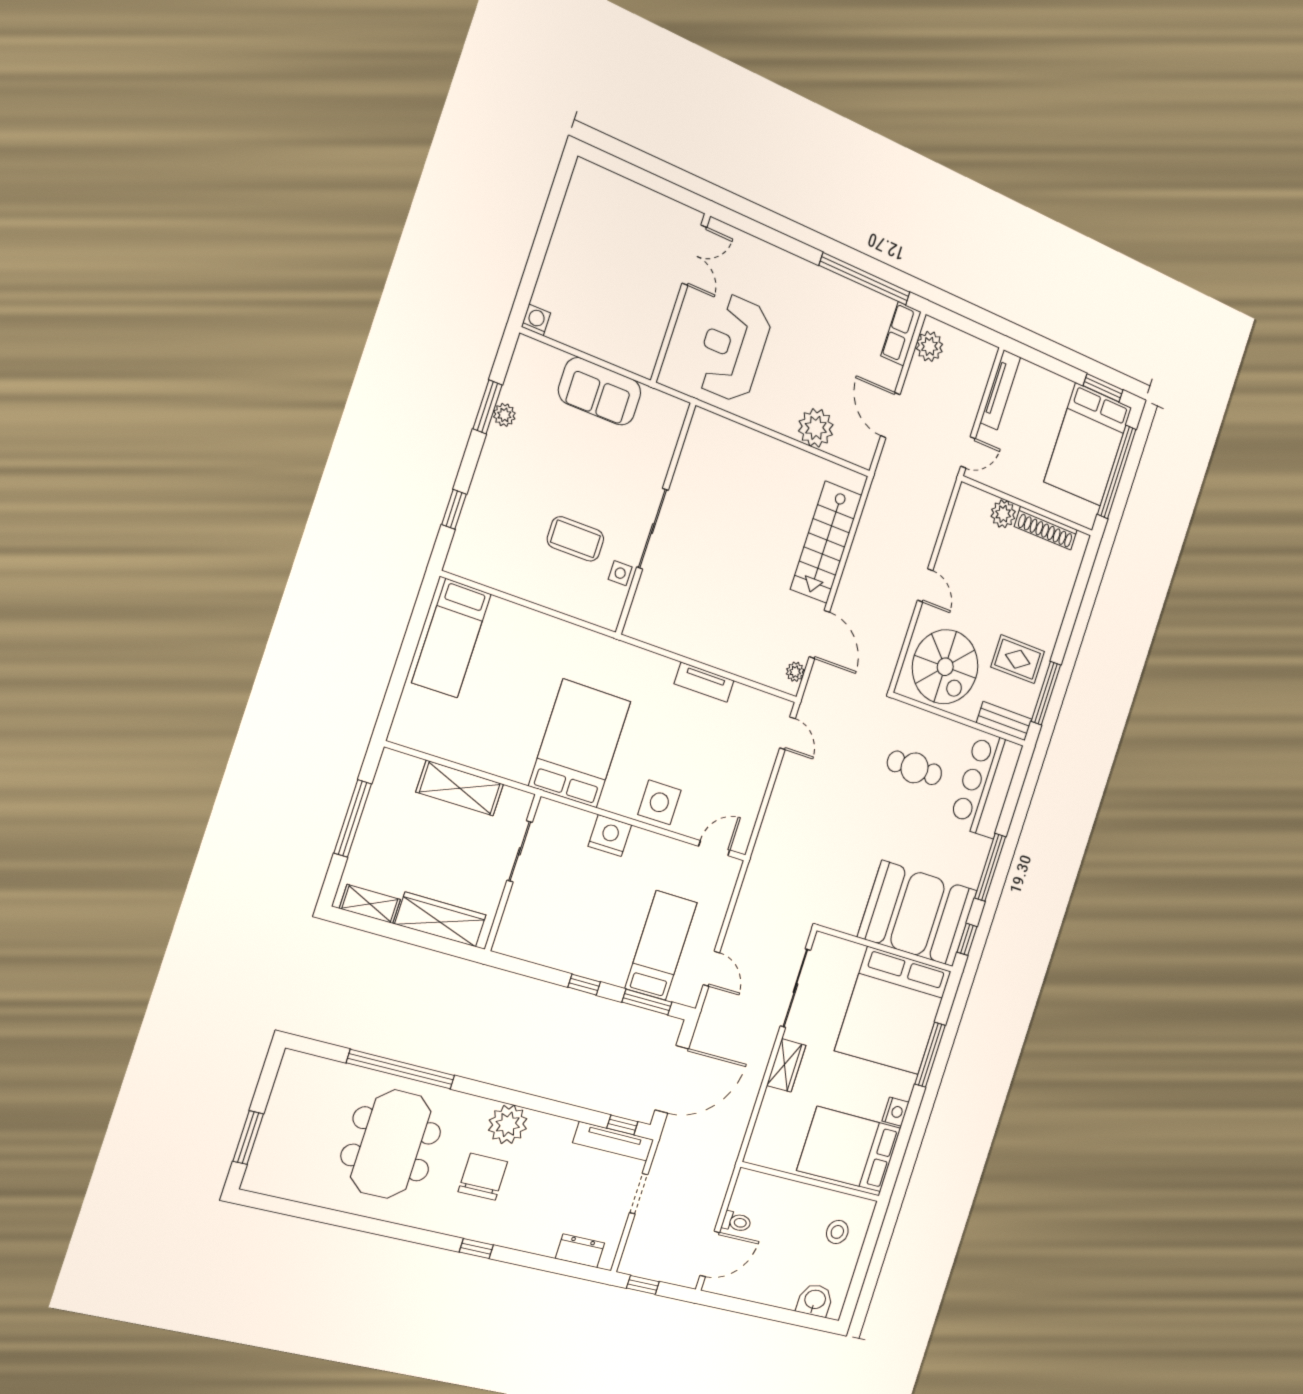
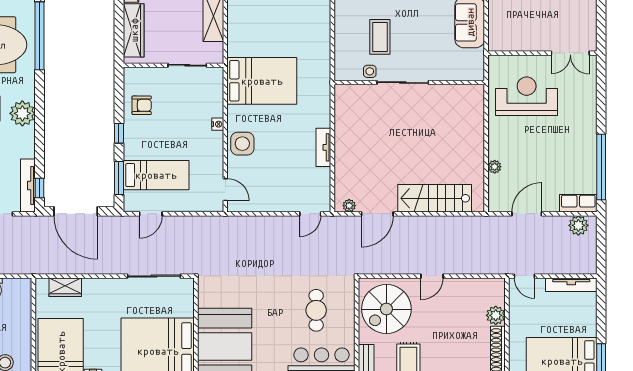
plant: (816, 428) -> (495, 167), width x0.53, depth x0.53
nightstand: (610, 836) -> (218, 124), width x0.53, depth x0.56
armchair: (555, 939) -> (142, 105), added
wardrobe: (786, 1065) -> (65, 287), moved

